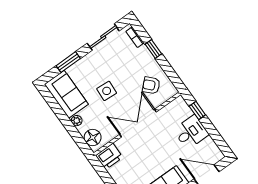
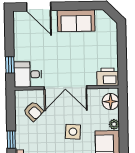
desk: (191, 132) -> (28, 74), moved

